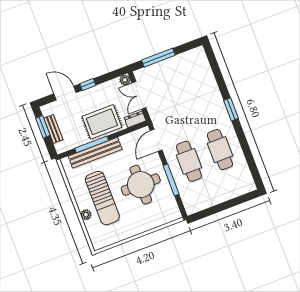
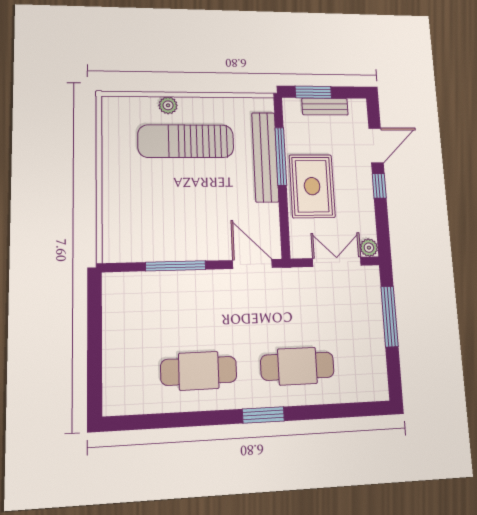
dresser: (135, 119) -> (299, 241), removed
window: (43, 127) -> (313, 92), moved
cafe table: (189, 161) -> (297, 366), moved
round table: (141, 185) -> (186, 212), removed

